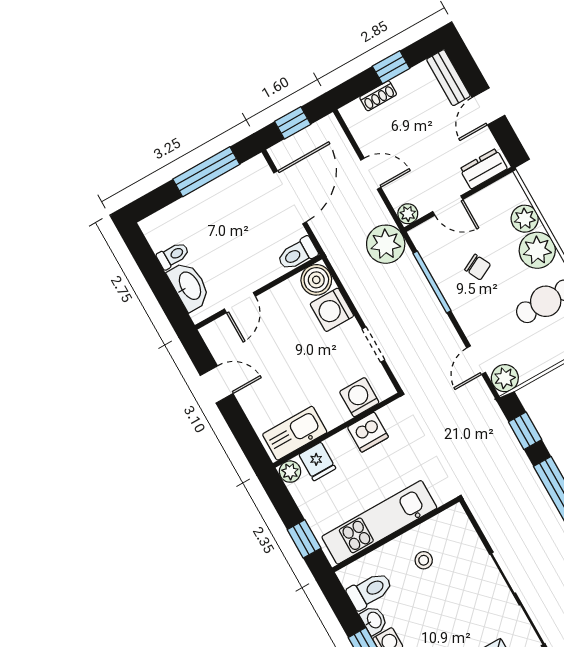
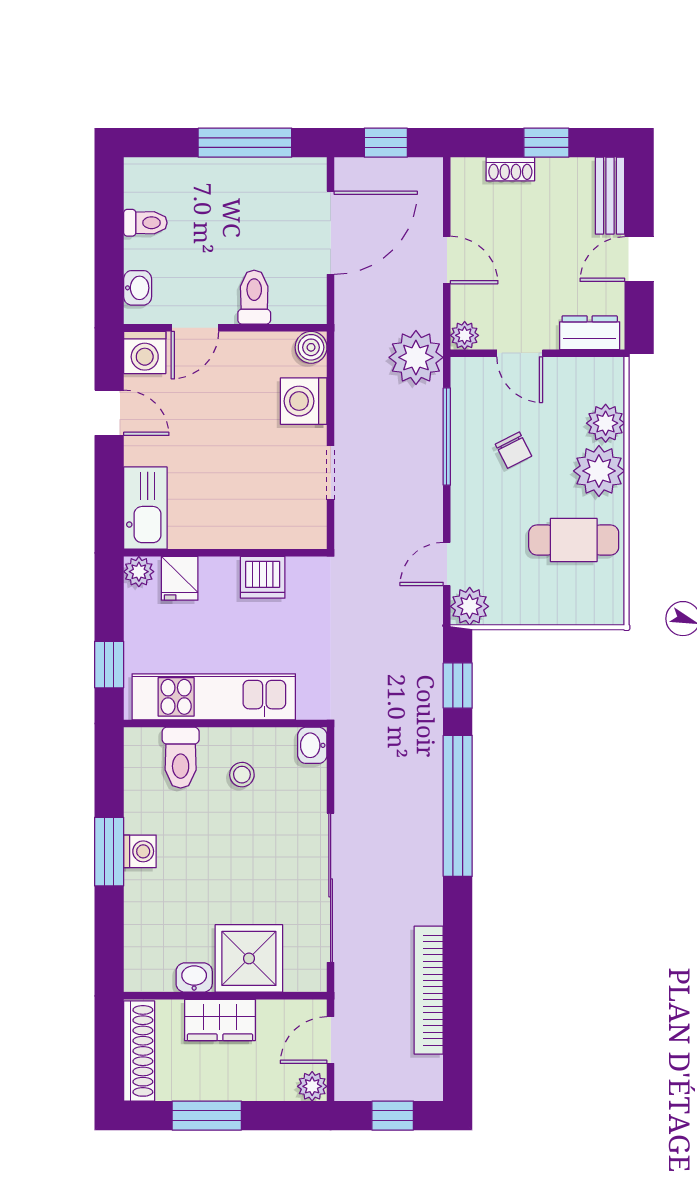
toilet: (297, 254) -> (254, 297), moved, turned 90
boiler: (316, 280) -> (311, 347), width x0.73, depth x0.73
washbasin: (189, 286) -> (138, 288), width x0.52, depth x0.69
washing machine: (359, 397) -> (145, 352), moved, turned 180
kitchen sink: (295, 433) -> (145, 508), moved, turned 90
toilet: (370, 591) -> (181, 758), moved, turned 90
washbasin: (374, 620) -> (312, 745), moved, turned 180

